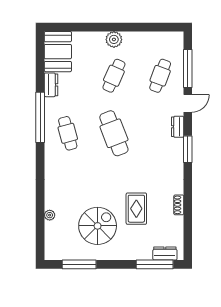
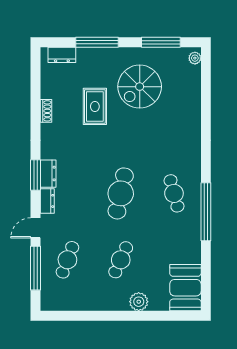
plant: (114, 39) -> (139, 302), moved
dresser: (51, 85) -> (48, 174), moved, turned 180
cafe table: (114, 133) -> (121, 193), turned 33
plant: (50, 215) -> (195, 58), moved
window: (155, 264) -> (97, 42), moved

